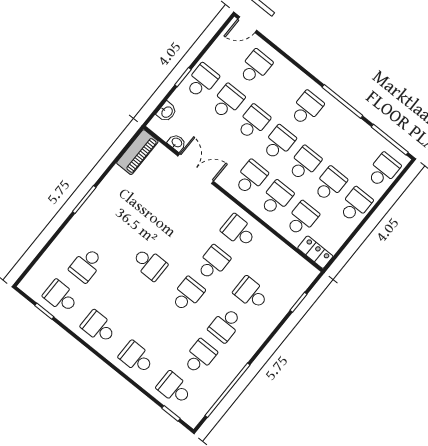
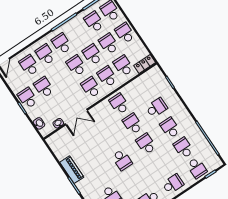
school desk: (253, 122) -> (45, 54), moved
school desk: (358, 149) -> (94, 22), added
piano: (137, 152) -> (72, 170), moved
double door: (196, 169) -> (76, 117), swing flipped
school desk: (239, 231) -> (119, 104), turned 90
school desk: (150, 264) -> (122, 160), turned 90
school desk: (251, 293) -> (157, 108), turned 180
school desk: (225, 325) -> (170, 128), turned 180
school desk: (136, 358) -> (173, 184), turned 180
school desk: (174, 388) -> (197, 168), turned -90

